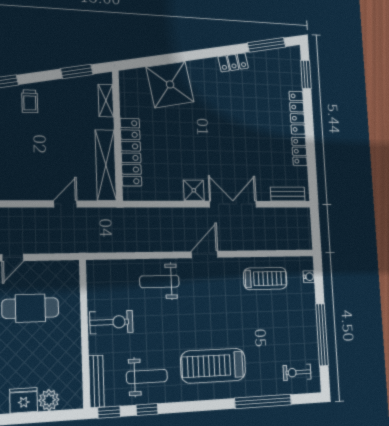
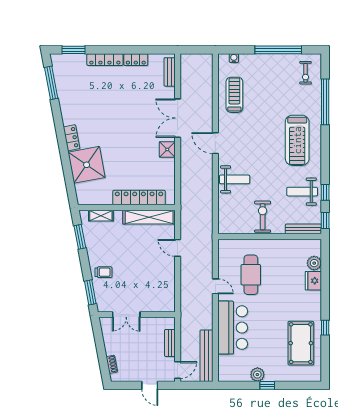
locker: (233, 62) -> (72, 138), moved
weight bench: (159, 281) -> (235, 179), turned -90
weight bench: (147, 377) -> (302, 192), turned -90

